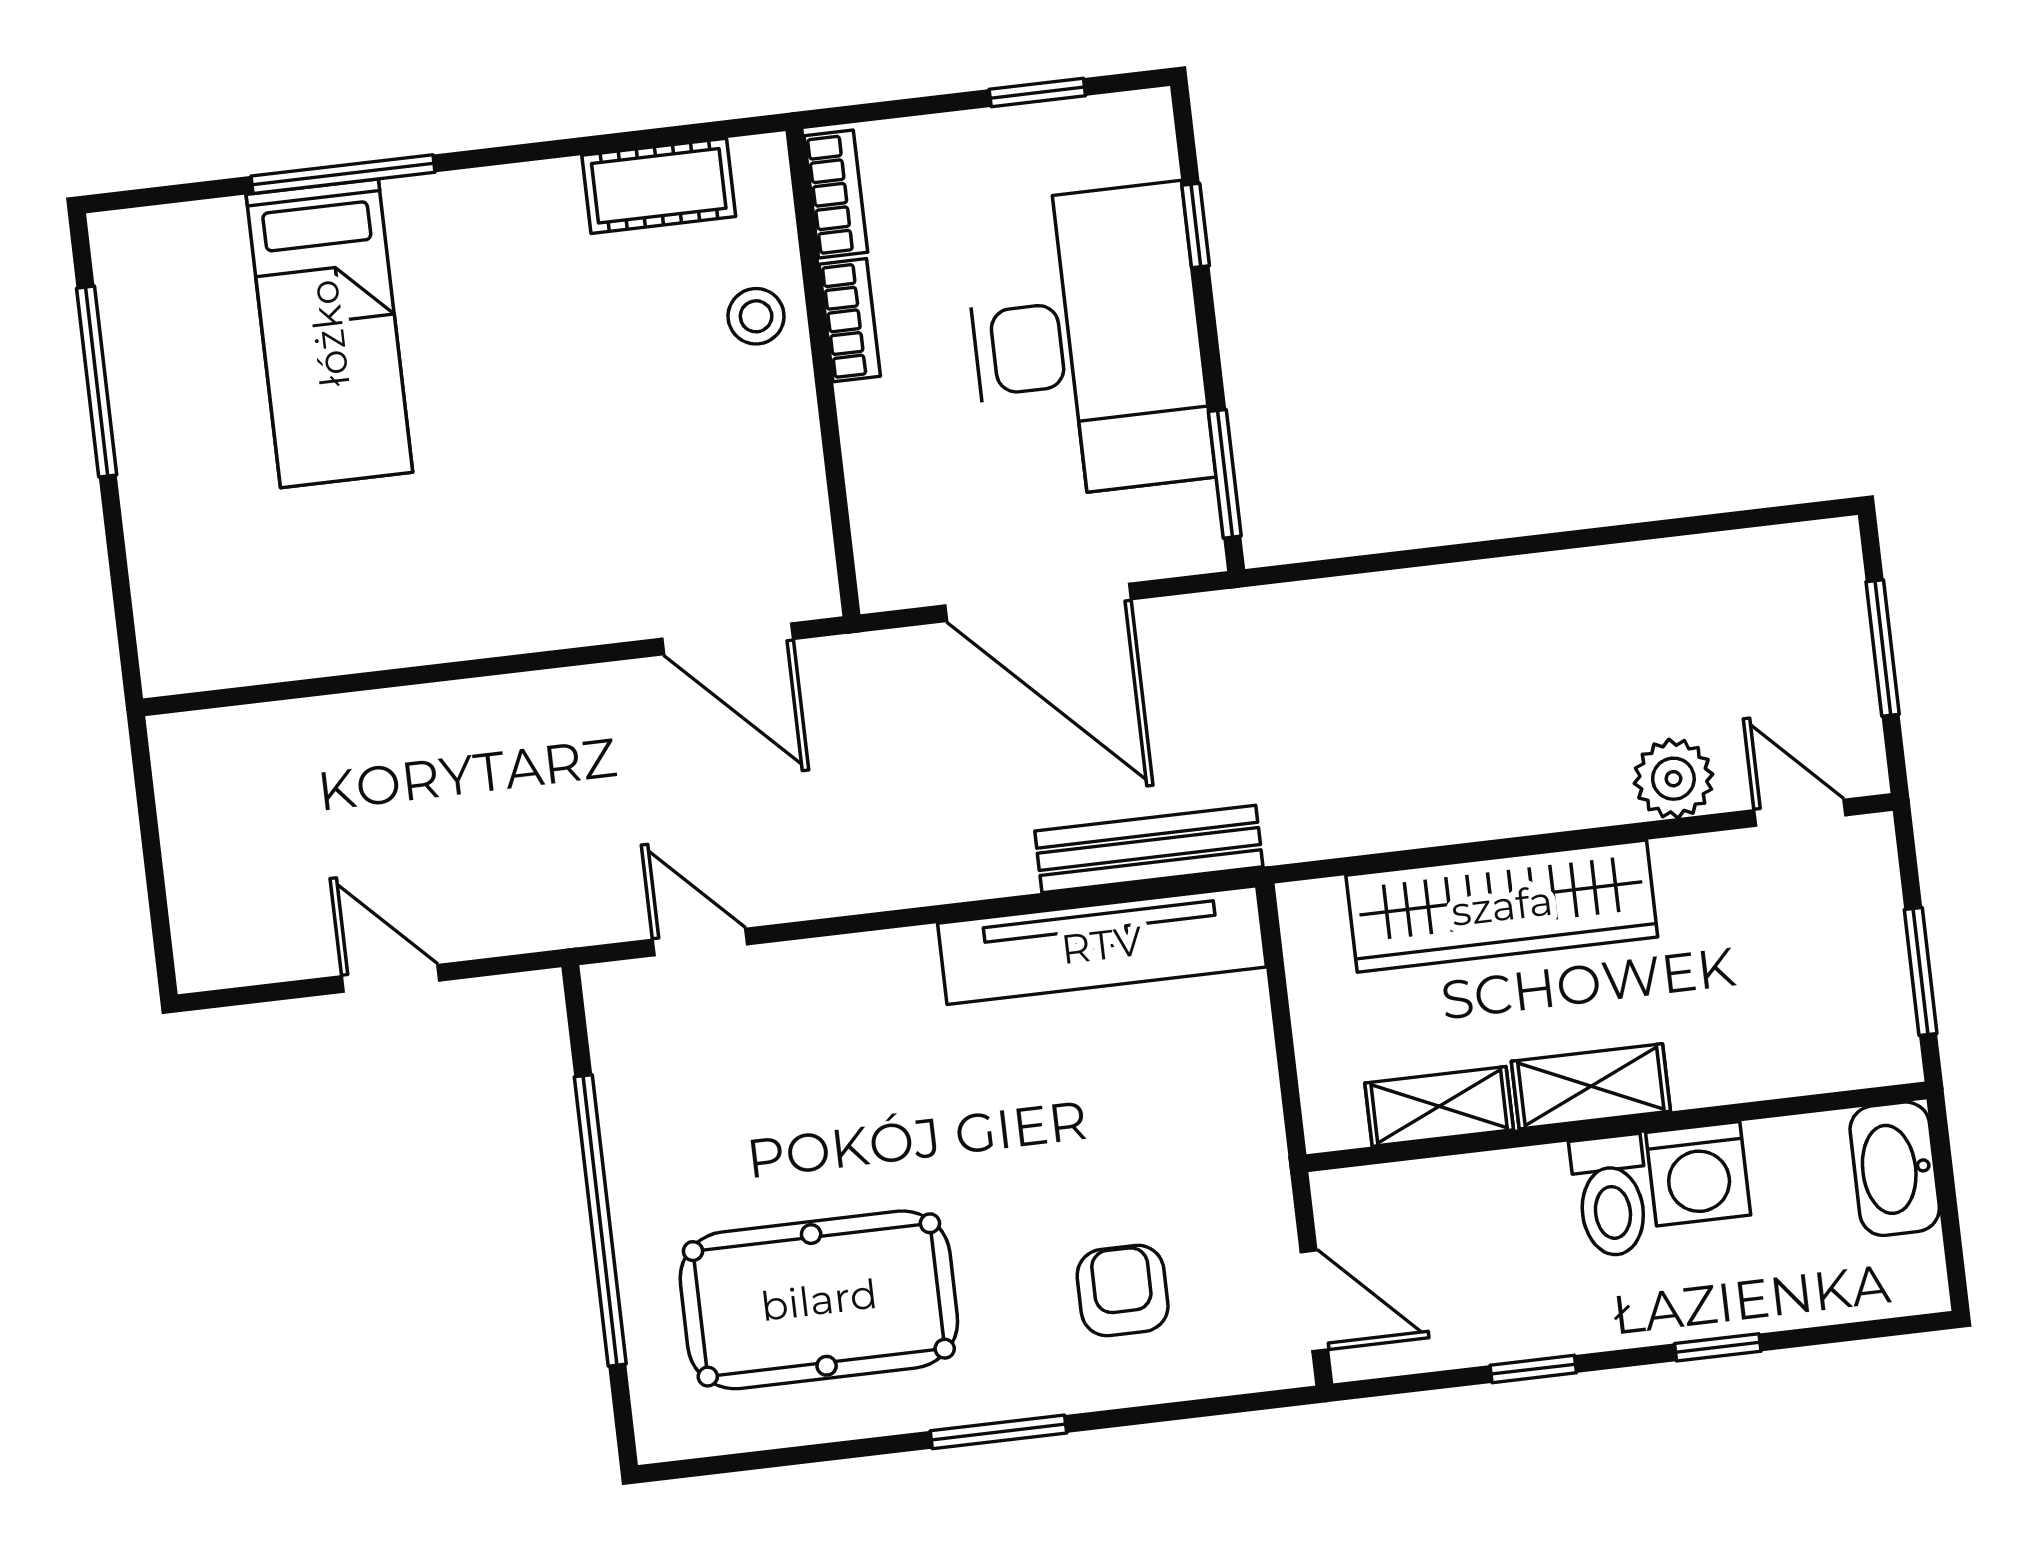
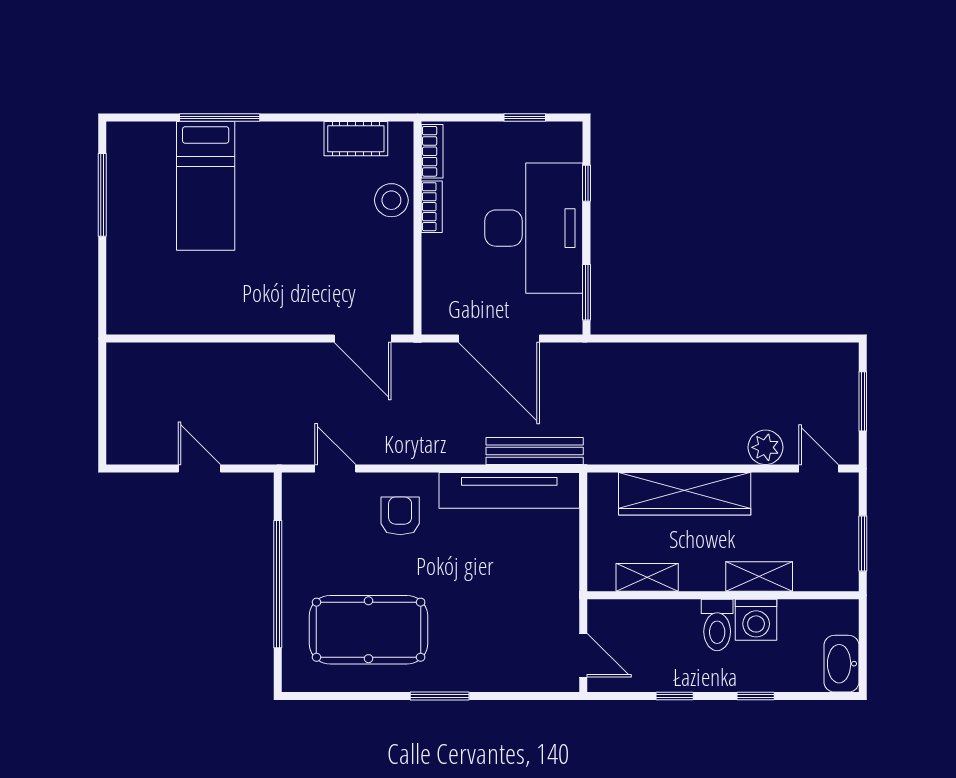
stool: (756, 316) -> (391, 200), width x1.37, depth x1.37
shelving: (1591, 1086) -> (759, 576), moved
washbasin: (1895, 1169) -> (841, 664), moved
armchair: (1123, 1291) -> (400, 516), moved

